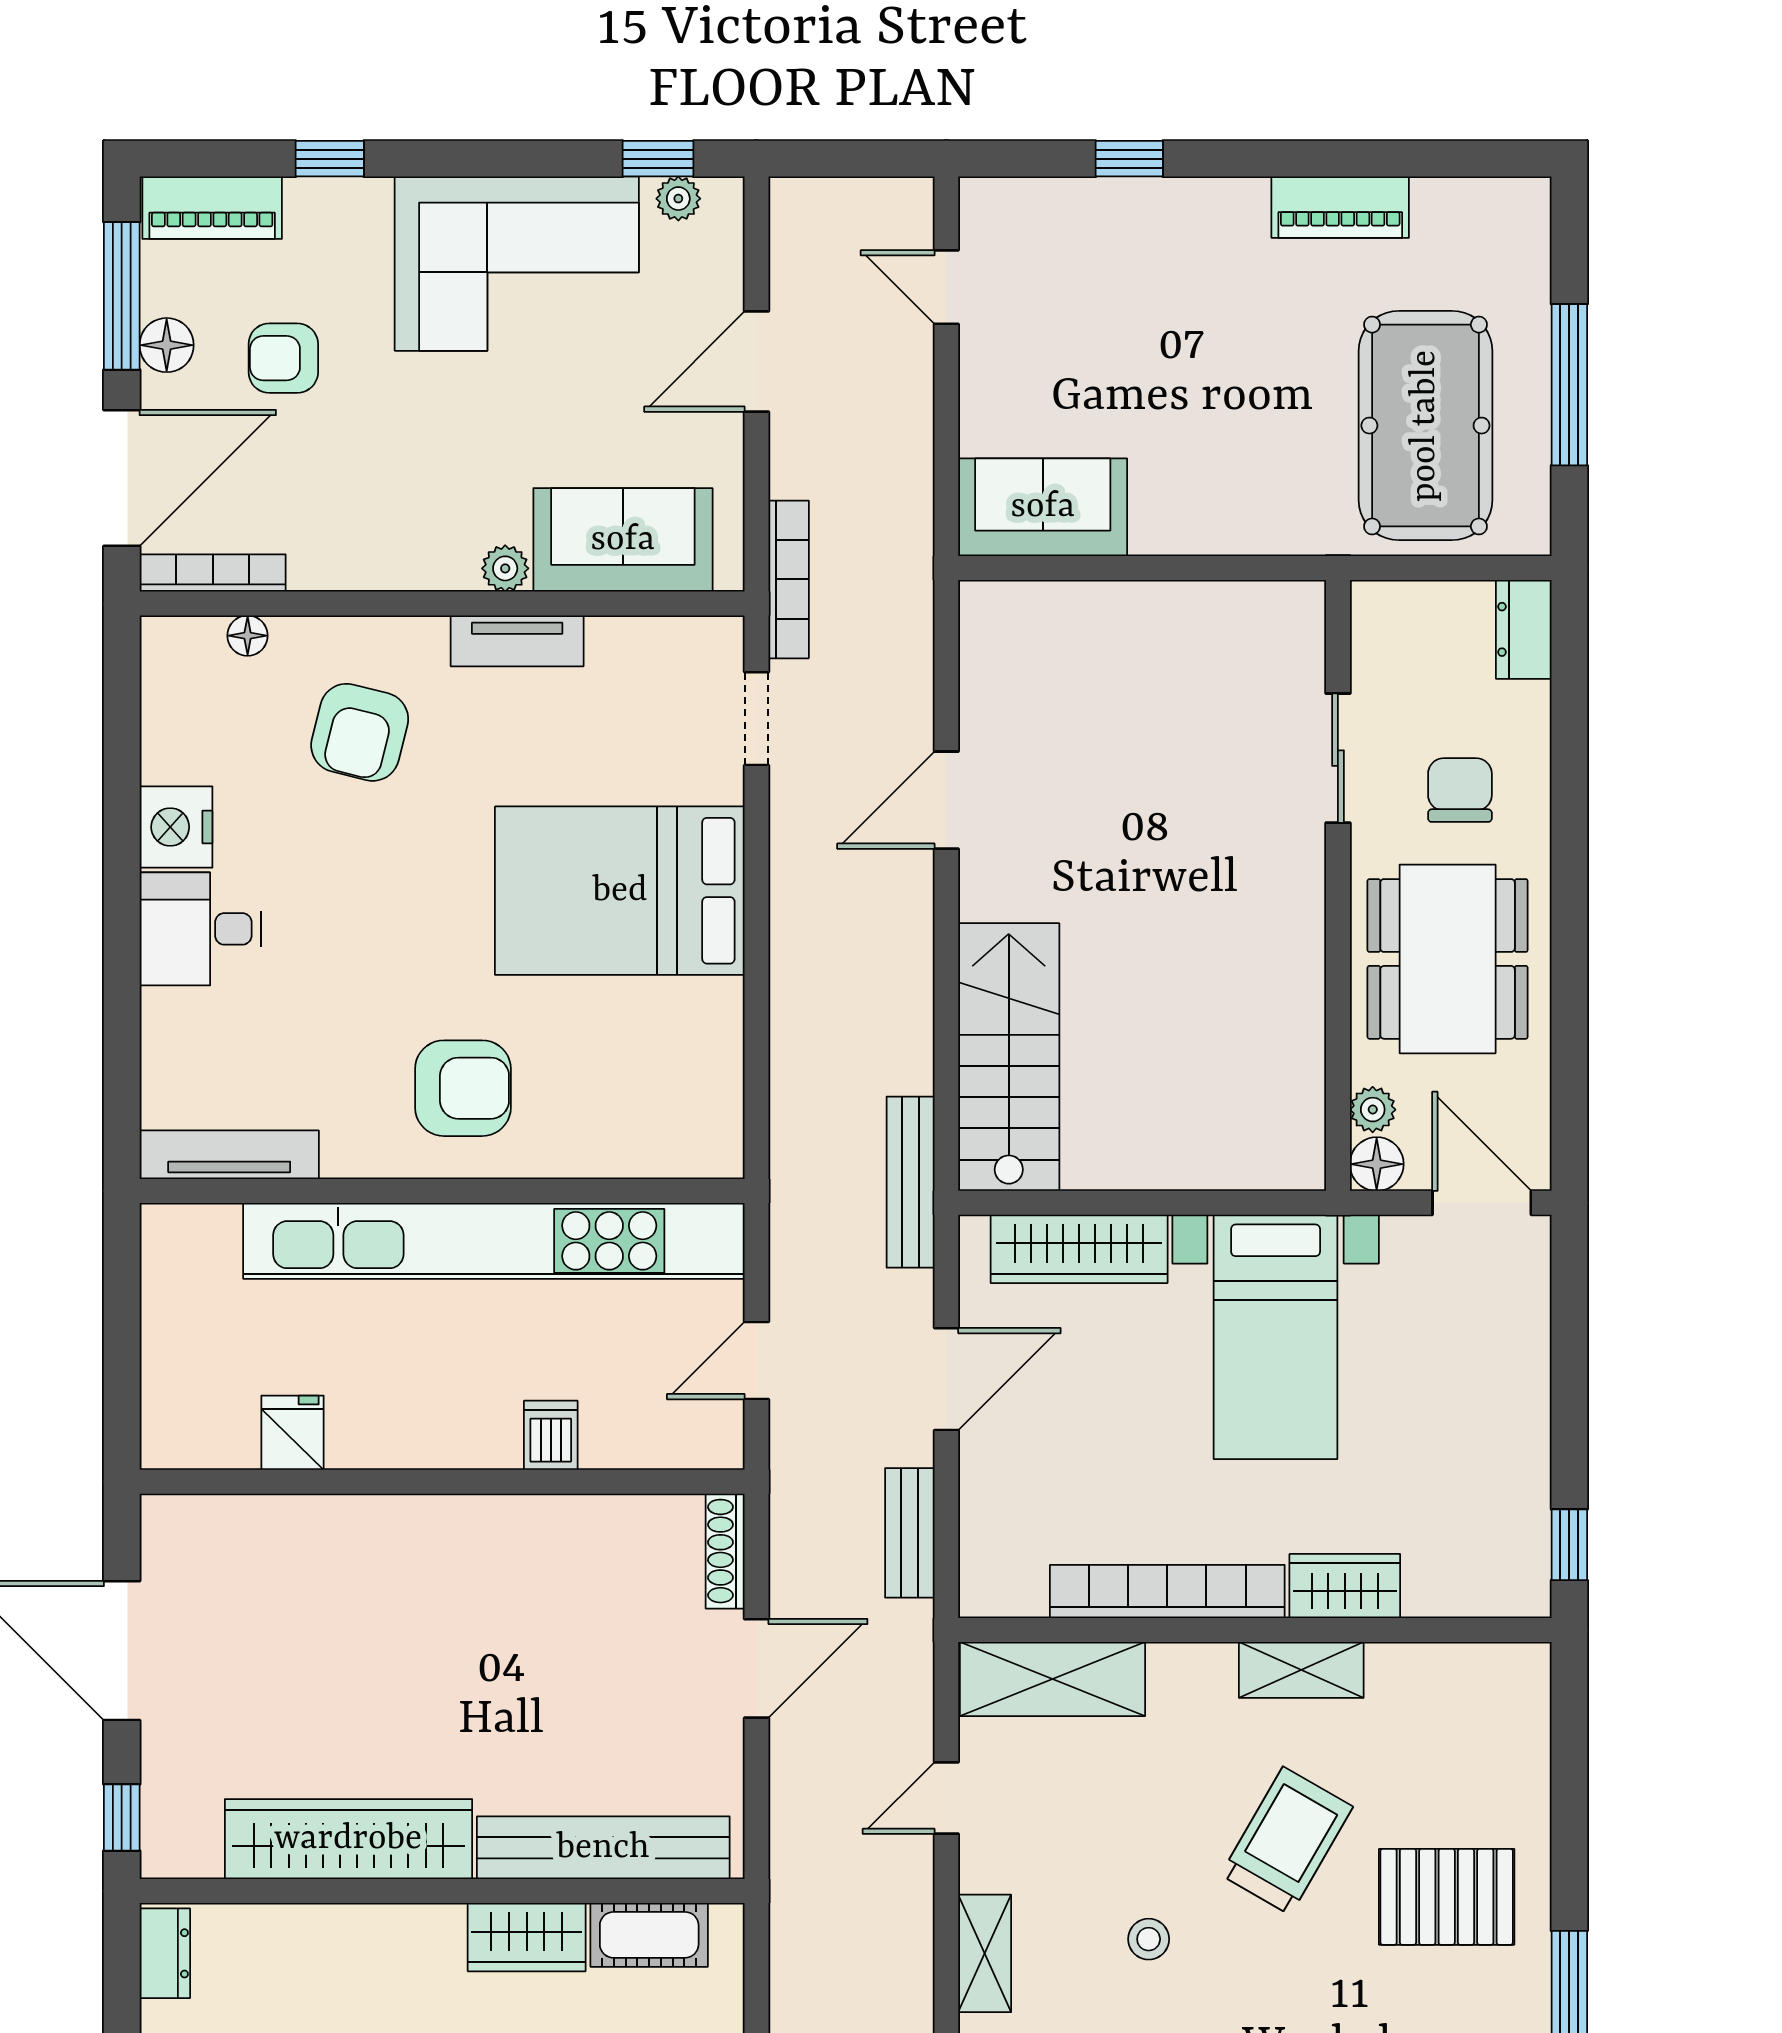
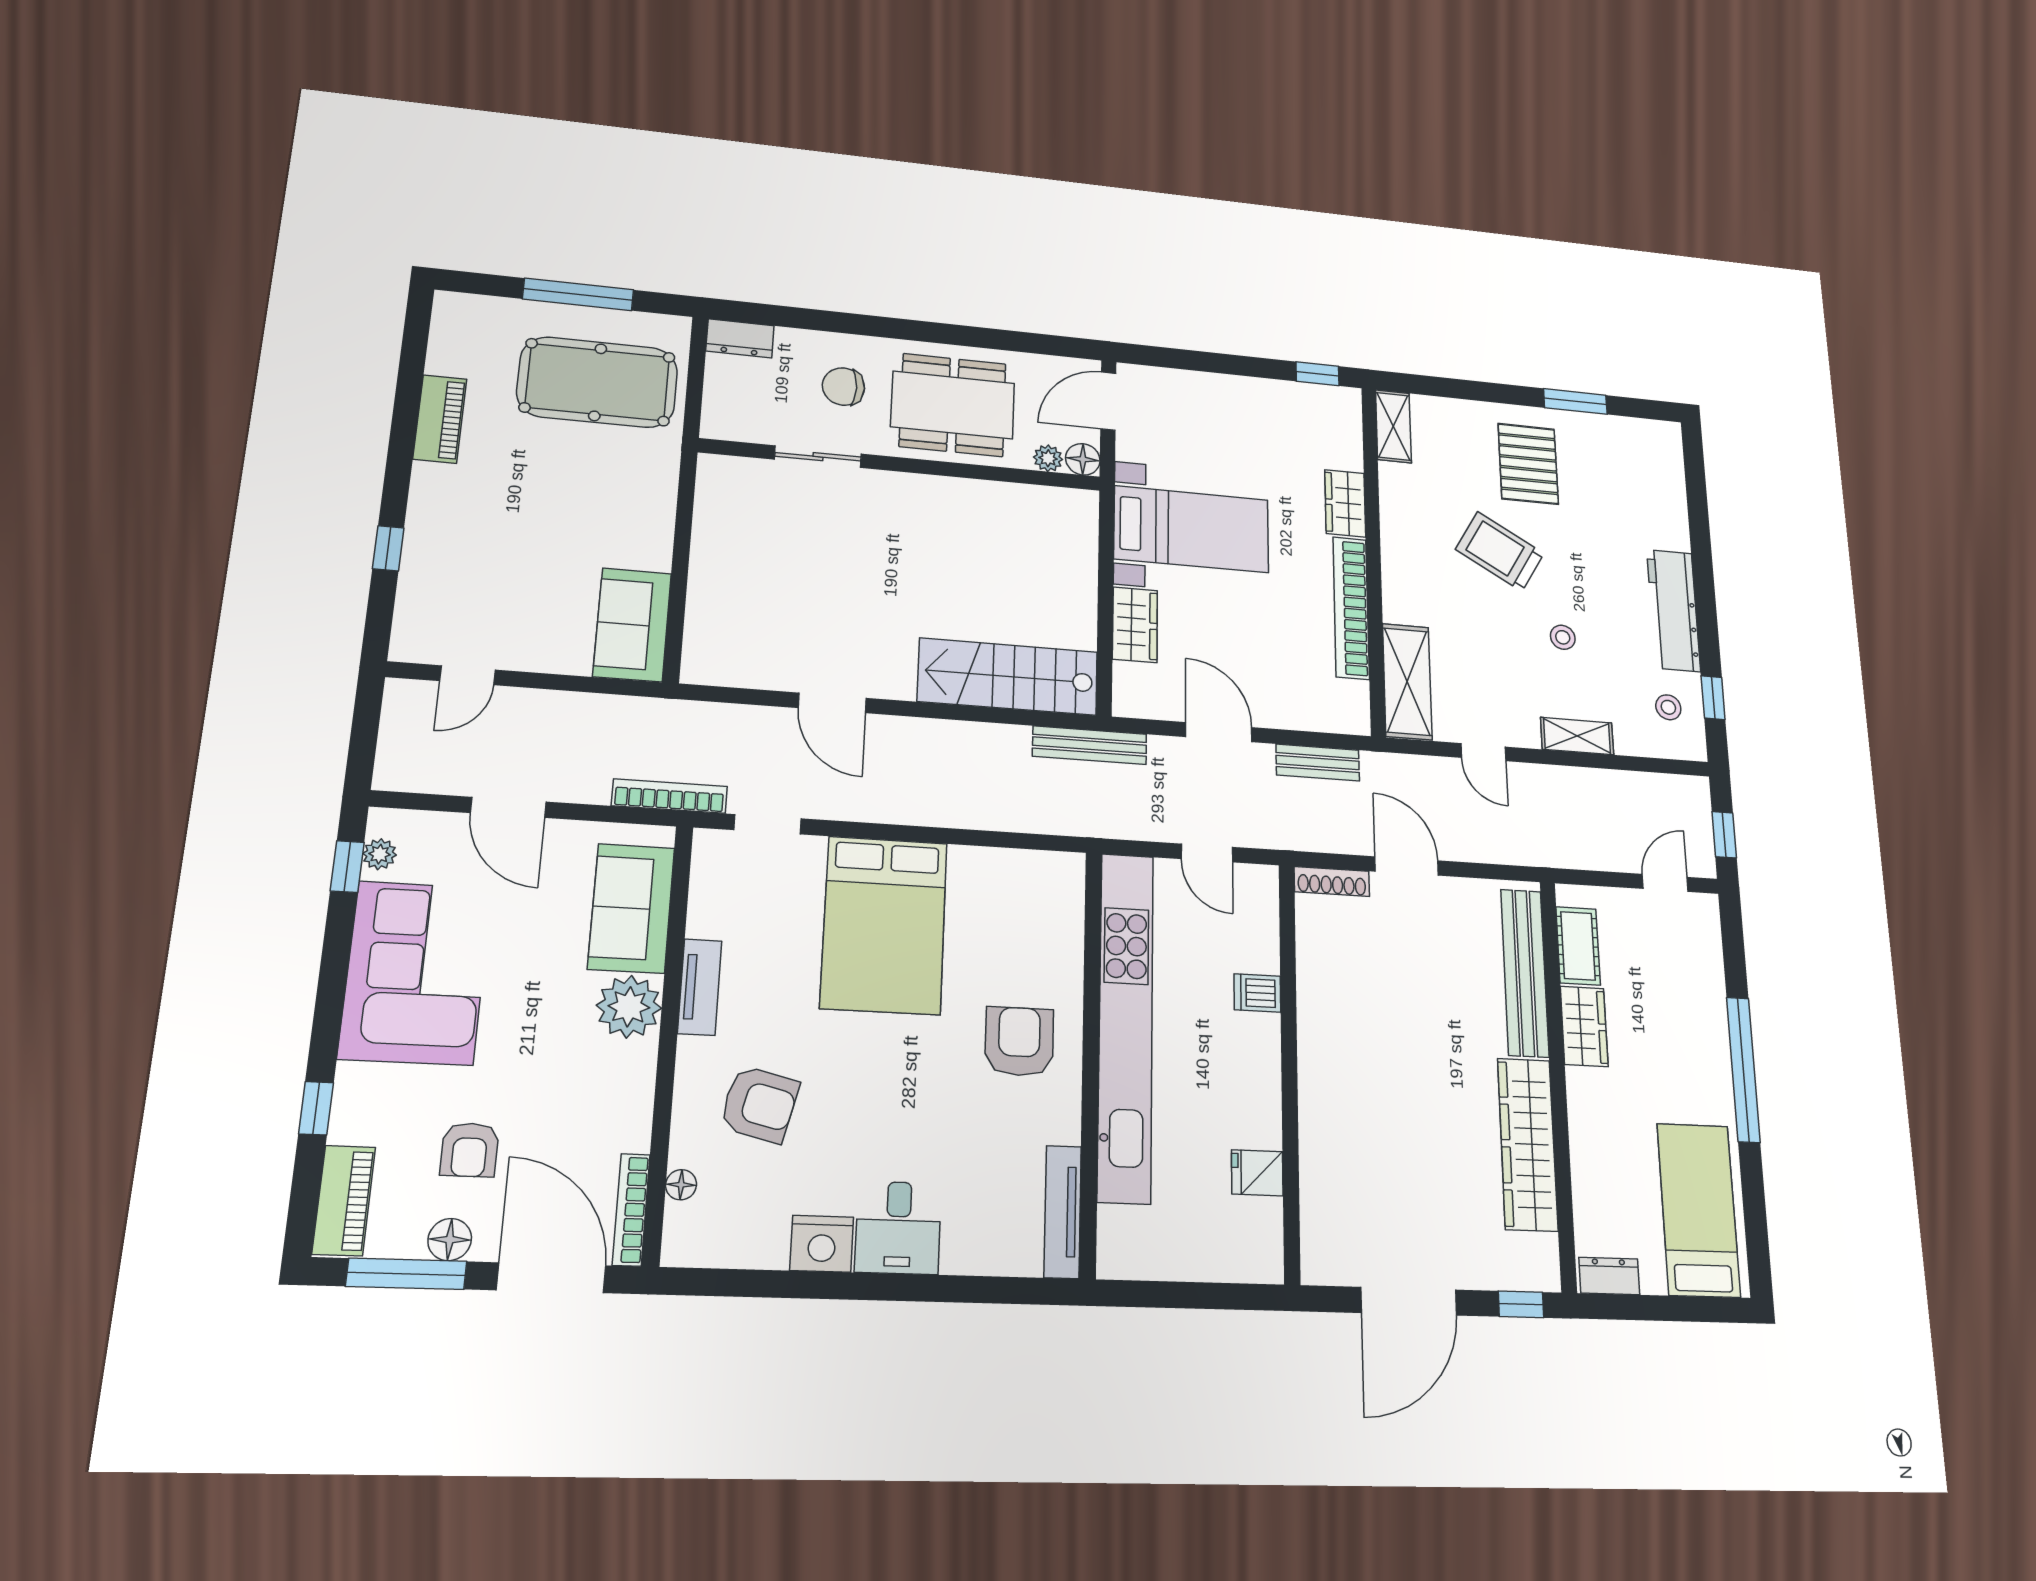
plant: (505, 568) -> (629, 1007), width x1.87, depth x1.87
wardrobe: (1079, 1249) -> (1135, 625), width x0.67
shelving: (1301, 1670) -> (1393, 426), moved

